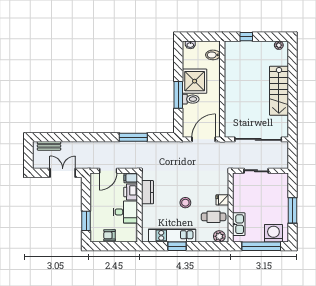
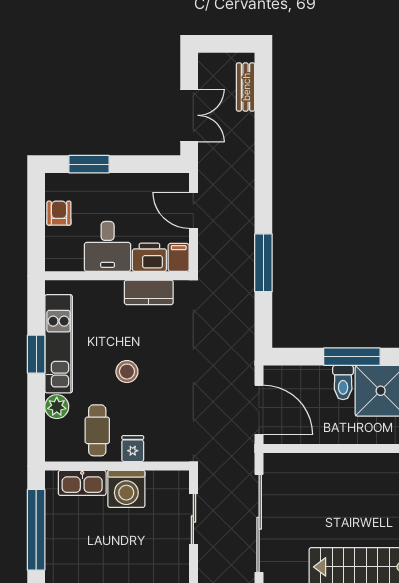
washing machine: (273, 233) -> (126, 489), moved, turned 90
plant: (219, 236) -> (57, 407), moved

